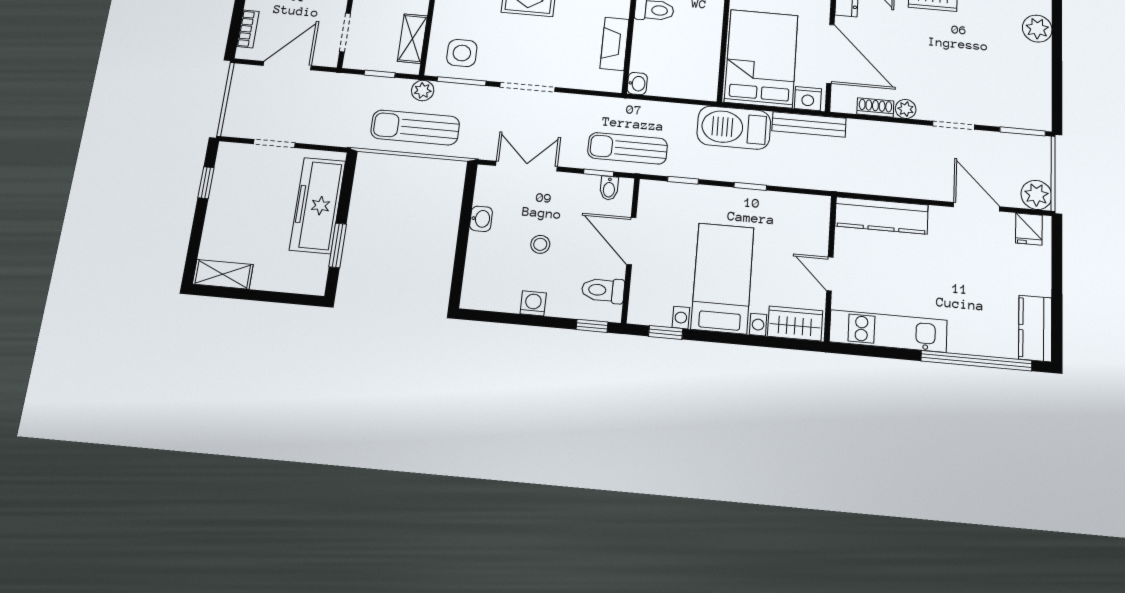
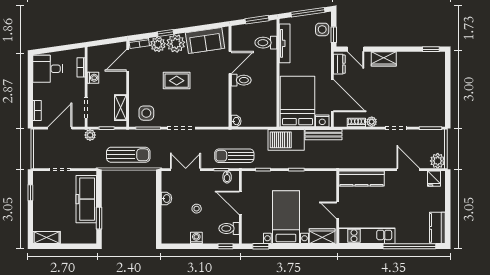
plant: (1037, 29) -> (438, 72), removed
fireplace: (614, 44) -> (223, 101), removed
plant: (423, 91) -> (90, 135), moved
sun lounger: (415, 127) -> (128, 155), turned 180

